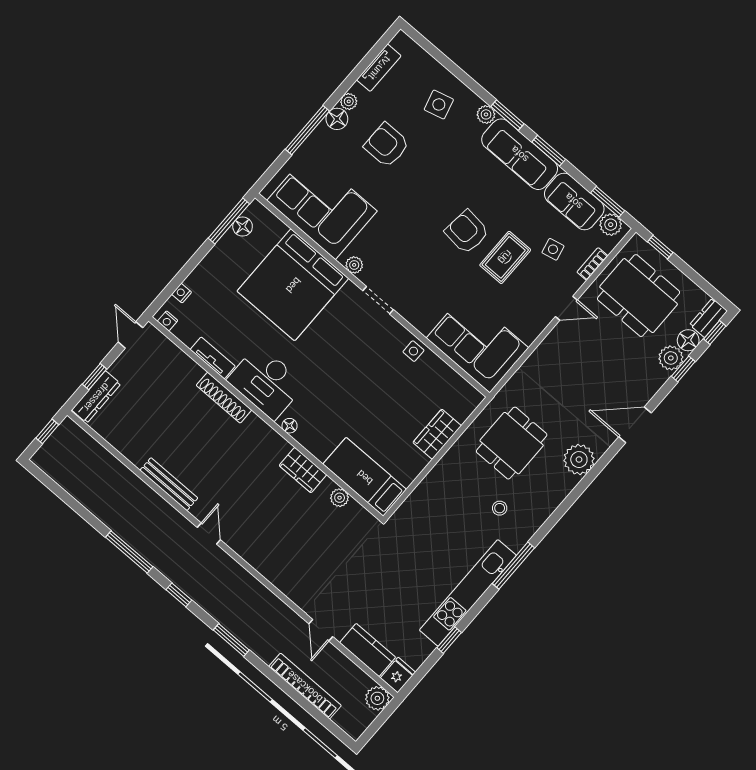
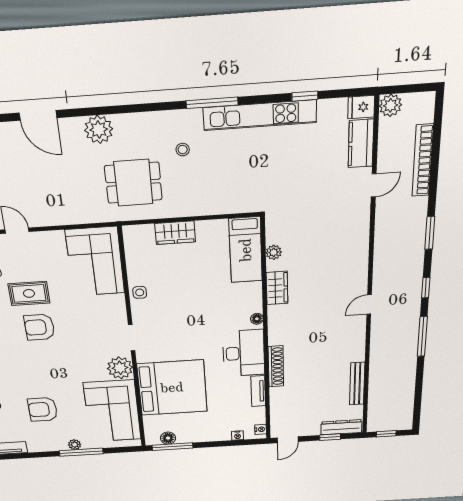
plant: (349, 101) -> (75, 445), moved
floor lamp: (337, 119) -> (58, 444), removed
armchair: (387, 145) -> (43, 409), turned 90
armchair: (467, 232) -> (39, 327), turned 84
plant: (354, 265) -> (120, 368), width x1.88, depth x1.88
bench: (169, 484) -> (357, 384), moved

